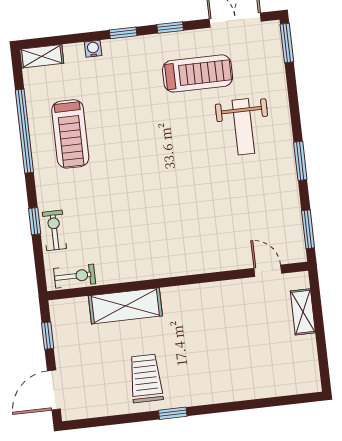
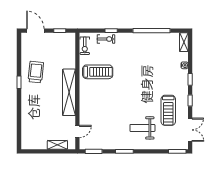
treadmill: (70, 134) -> (98, 72), moved, turned 180
shelving: (125, 306) -> (69, 92), moved, width x1.47
trolley: (146, 378) -> (36, 72), turned -84

